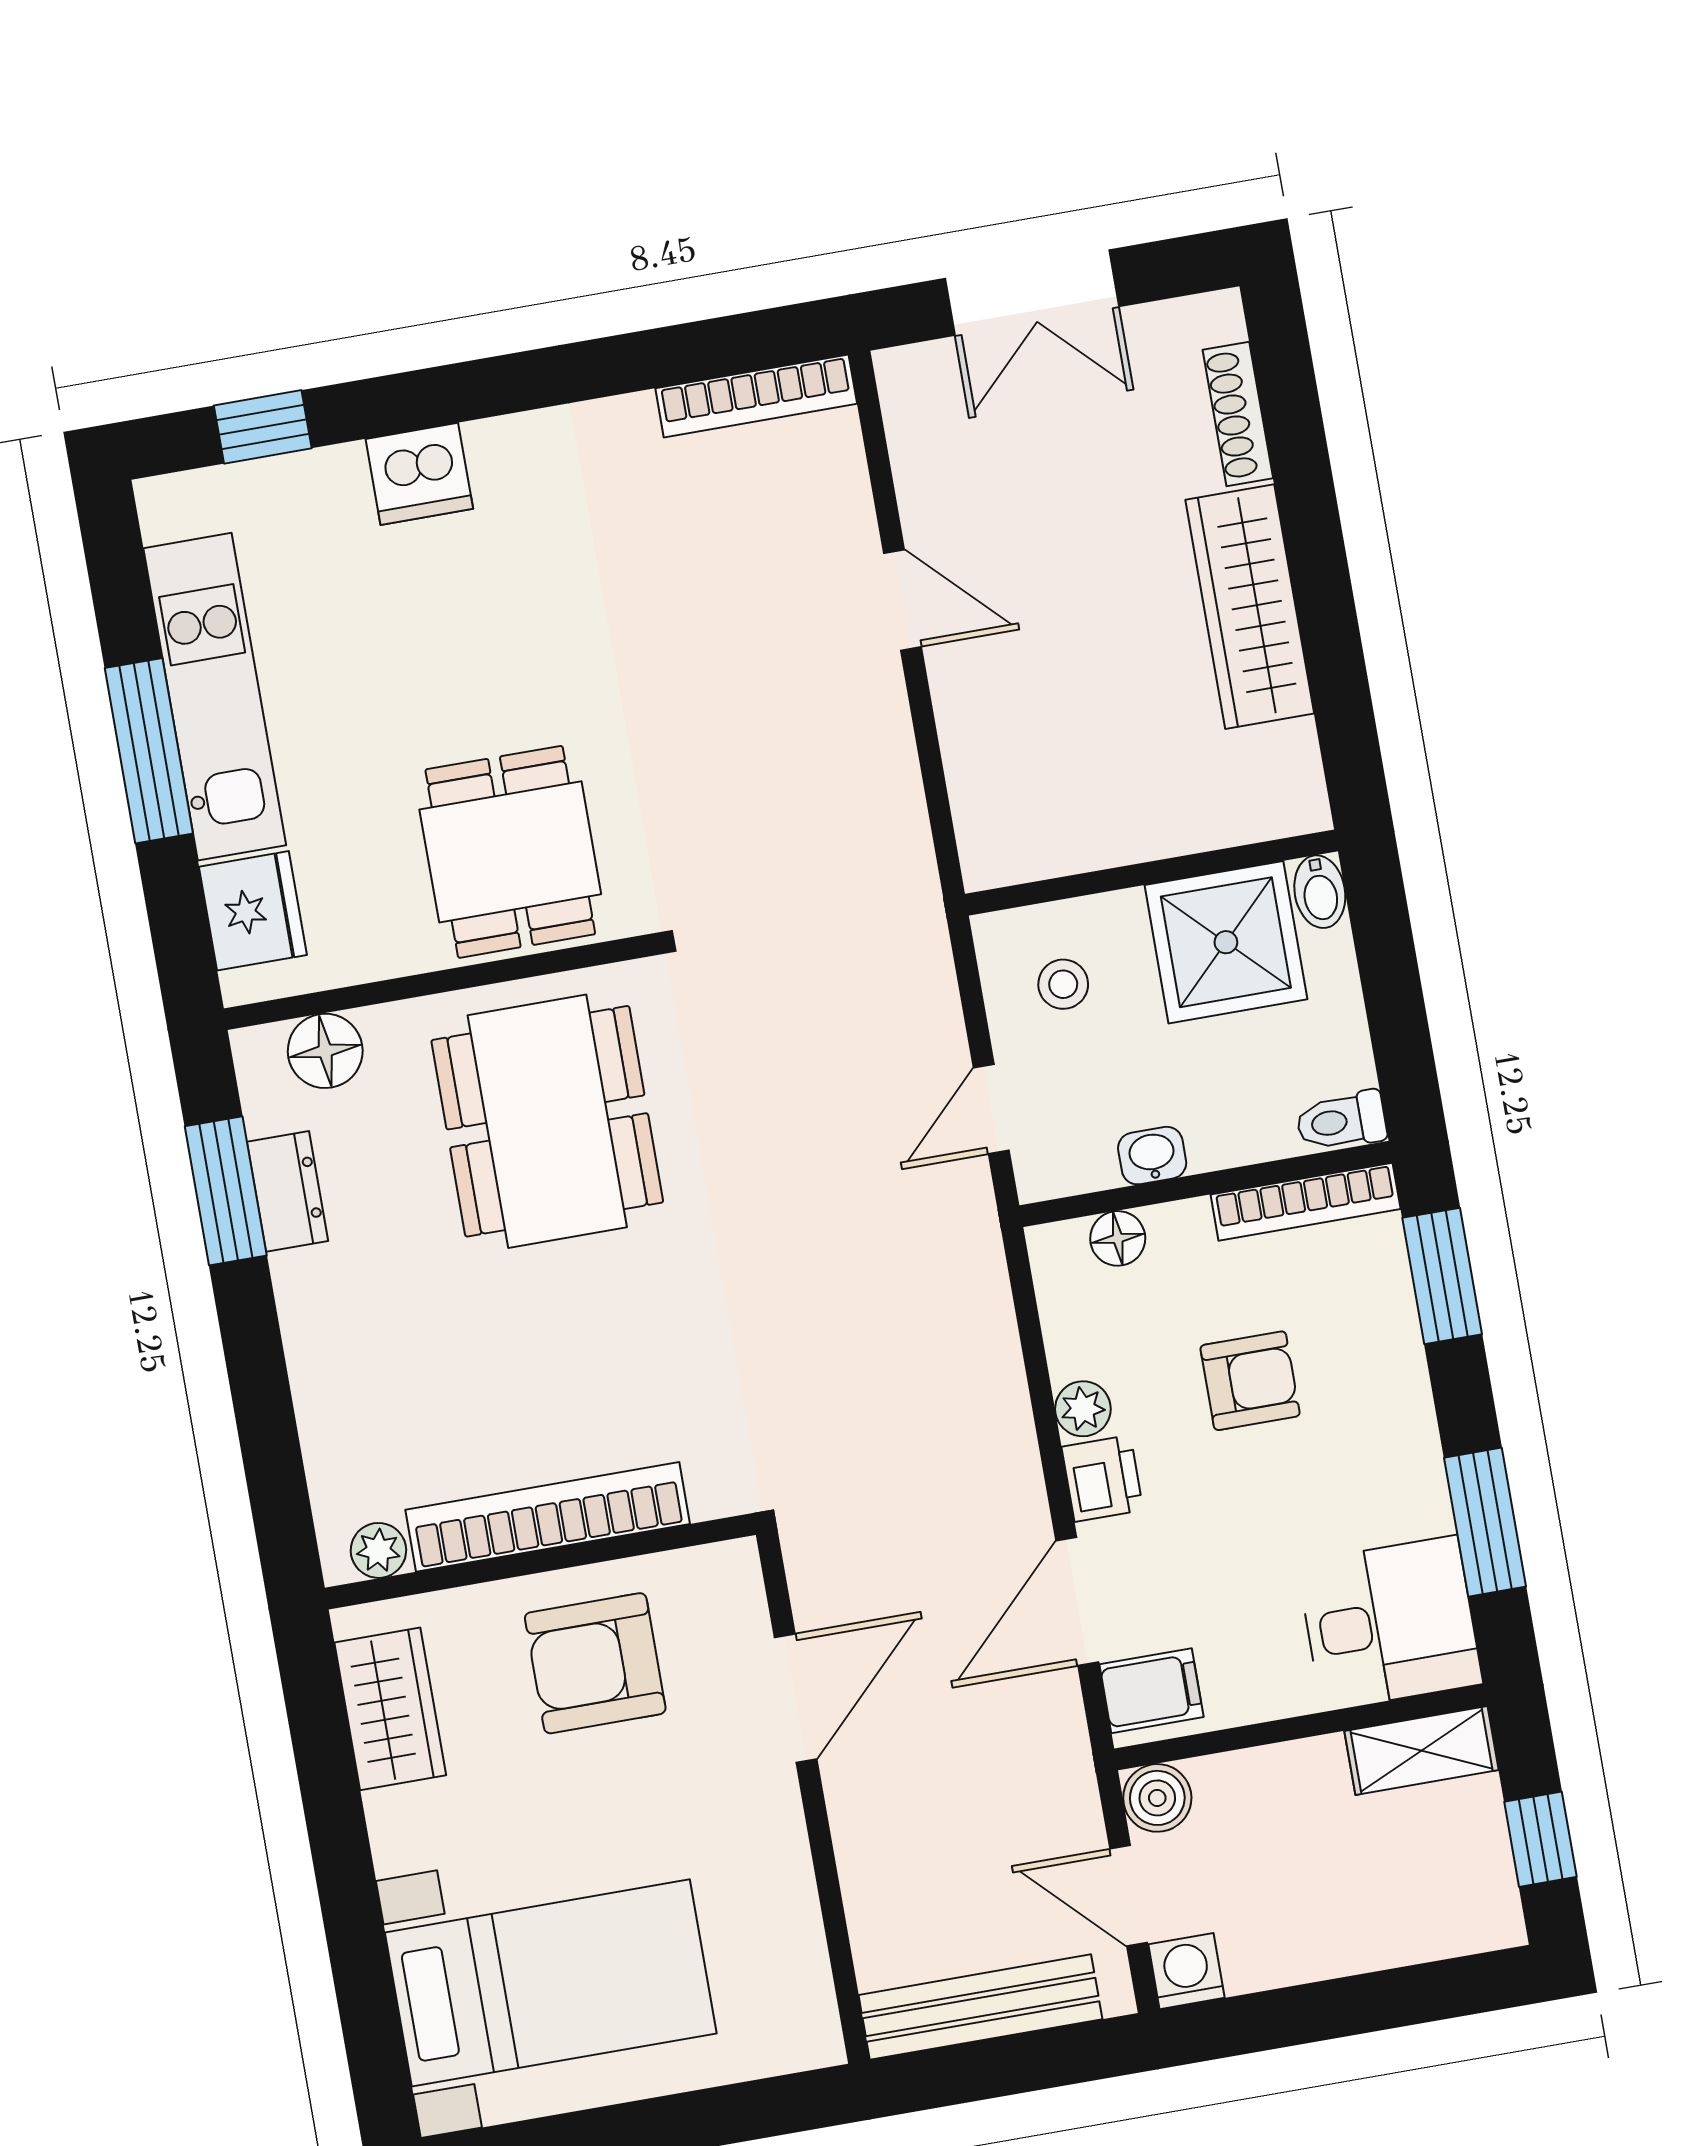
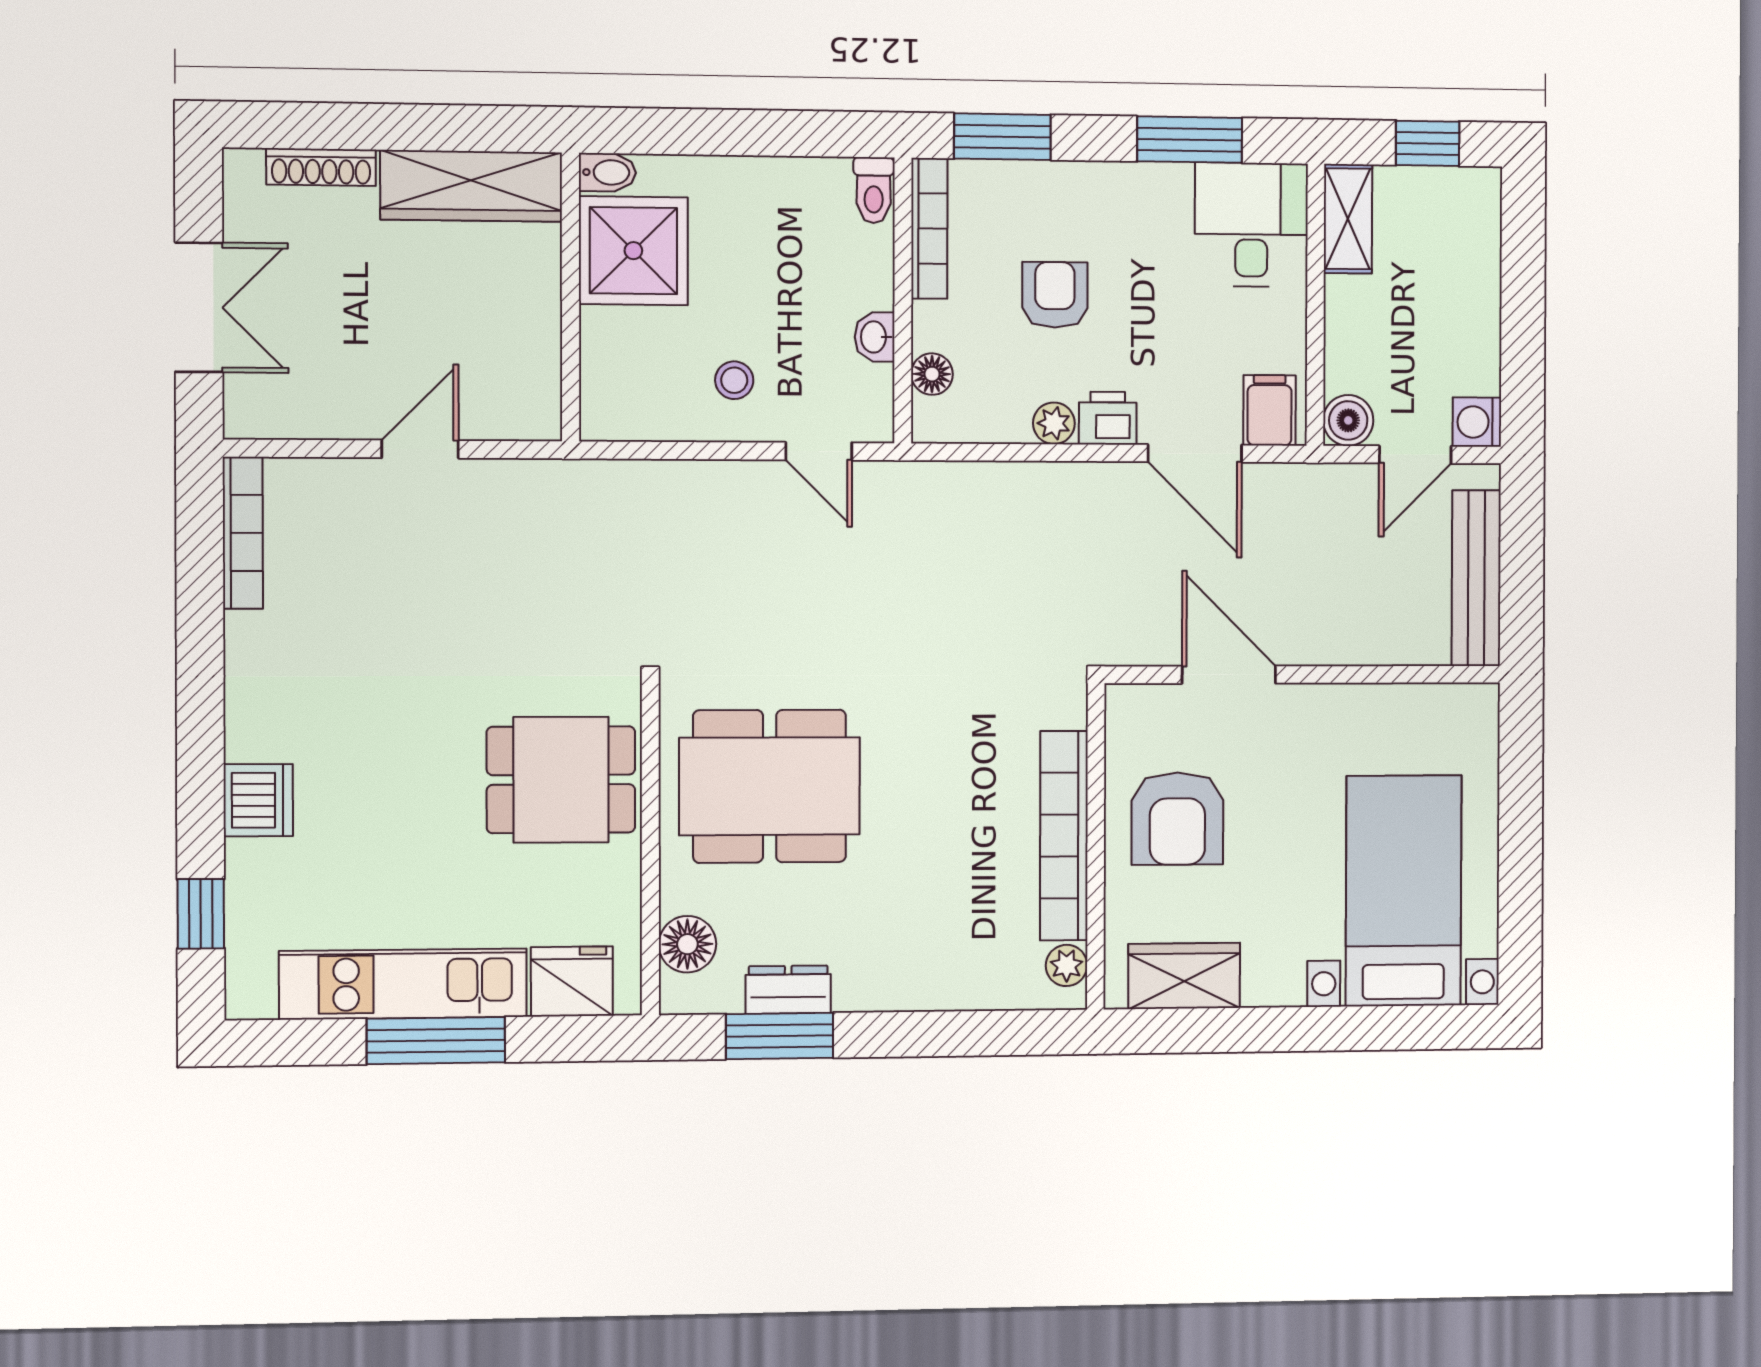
wall: (1152, 873) -> (571, 297), moved
bidet: (1320, 892) -> (607, 172), moved
shower: (1226, 942) -> (633, 251), moved

